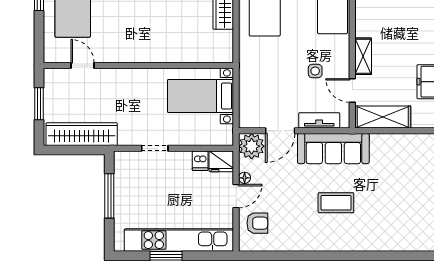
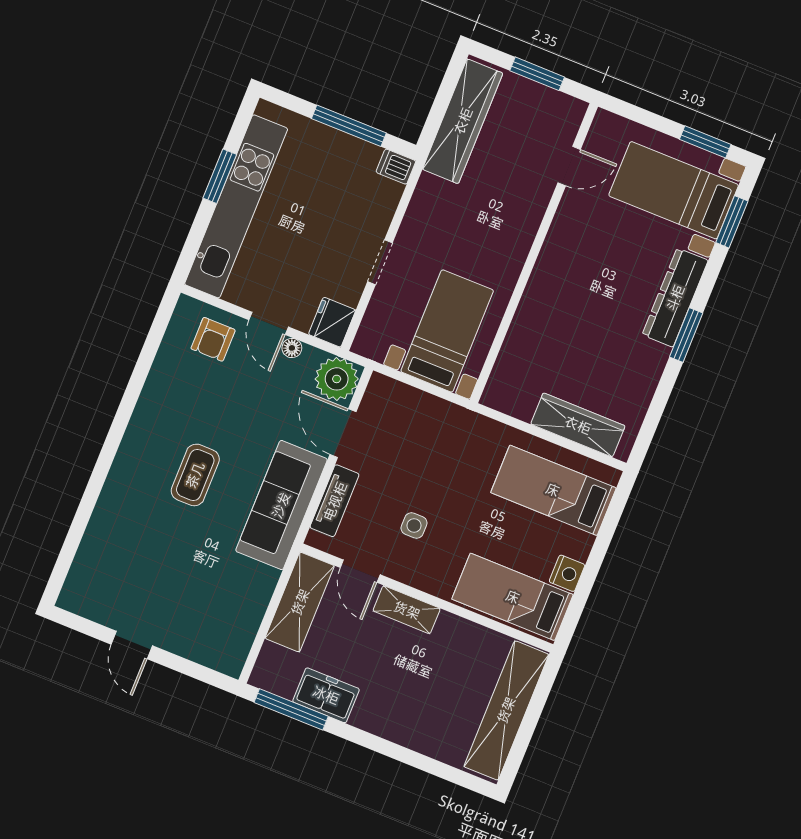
door: (352, 90) -> (360, 571), swing flipped
doorway: (155, 148) -> (380, 262), moved
dishwasher: (200, 161) -> (396, 167), moved

